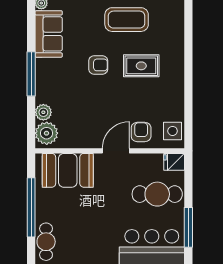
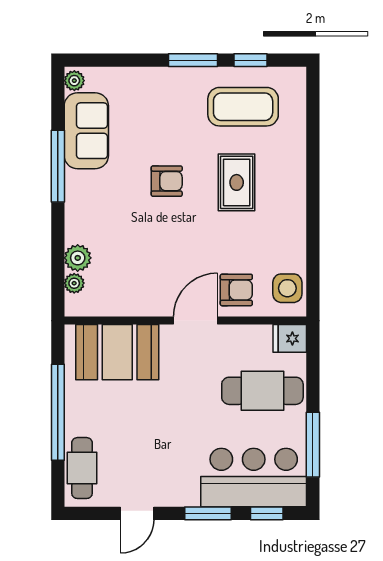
coffee table: (127, 20) -> (243, 107), moved
rug: (141, 66) -> (237, 182), turned 90
window: (31, 74) -> (58, 166), moved
armchair: (141, 132) -> (236, 290), turned 90
plant: (47, 133) -> (74, 283), width x0.53, depth x0.53

